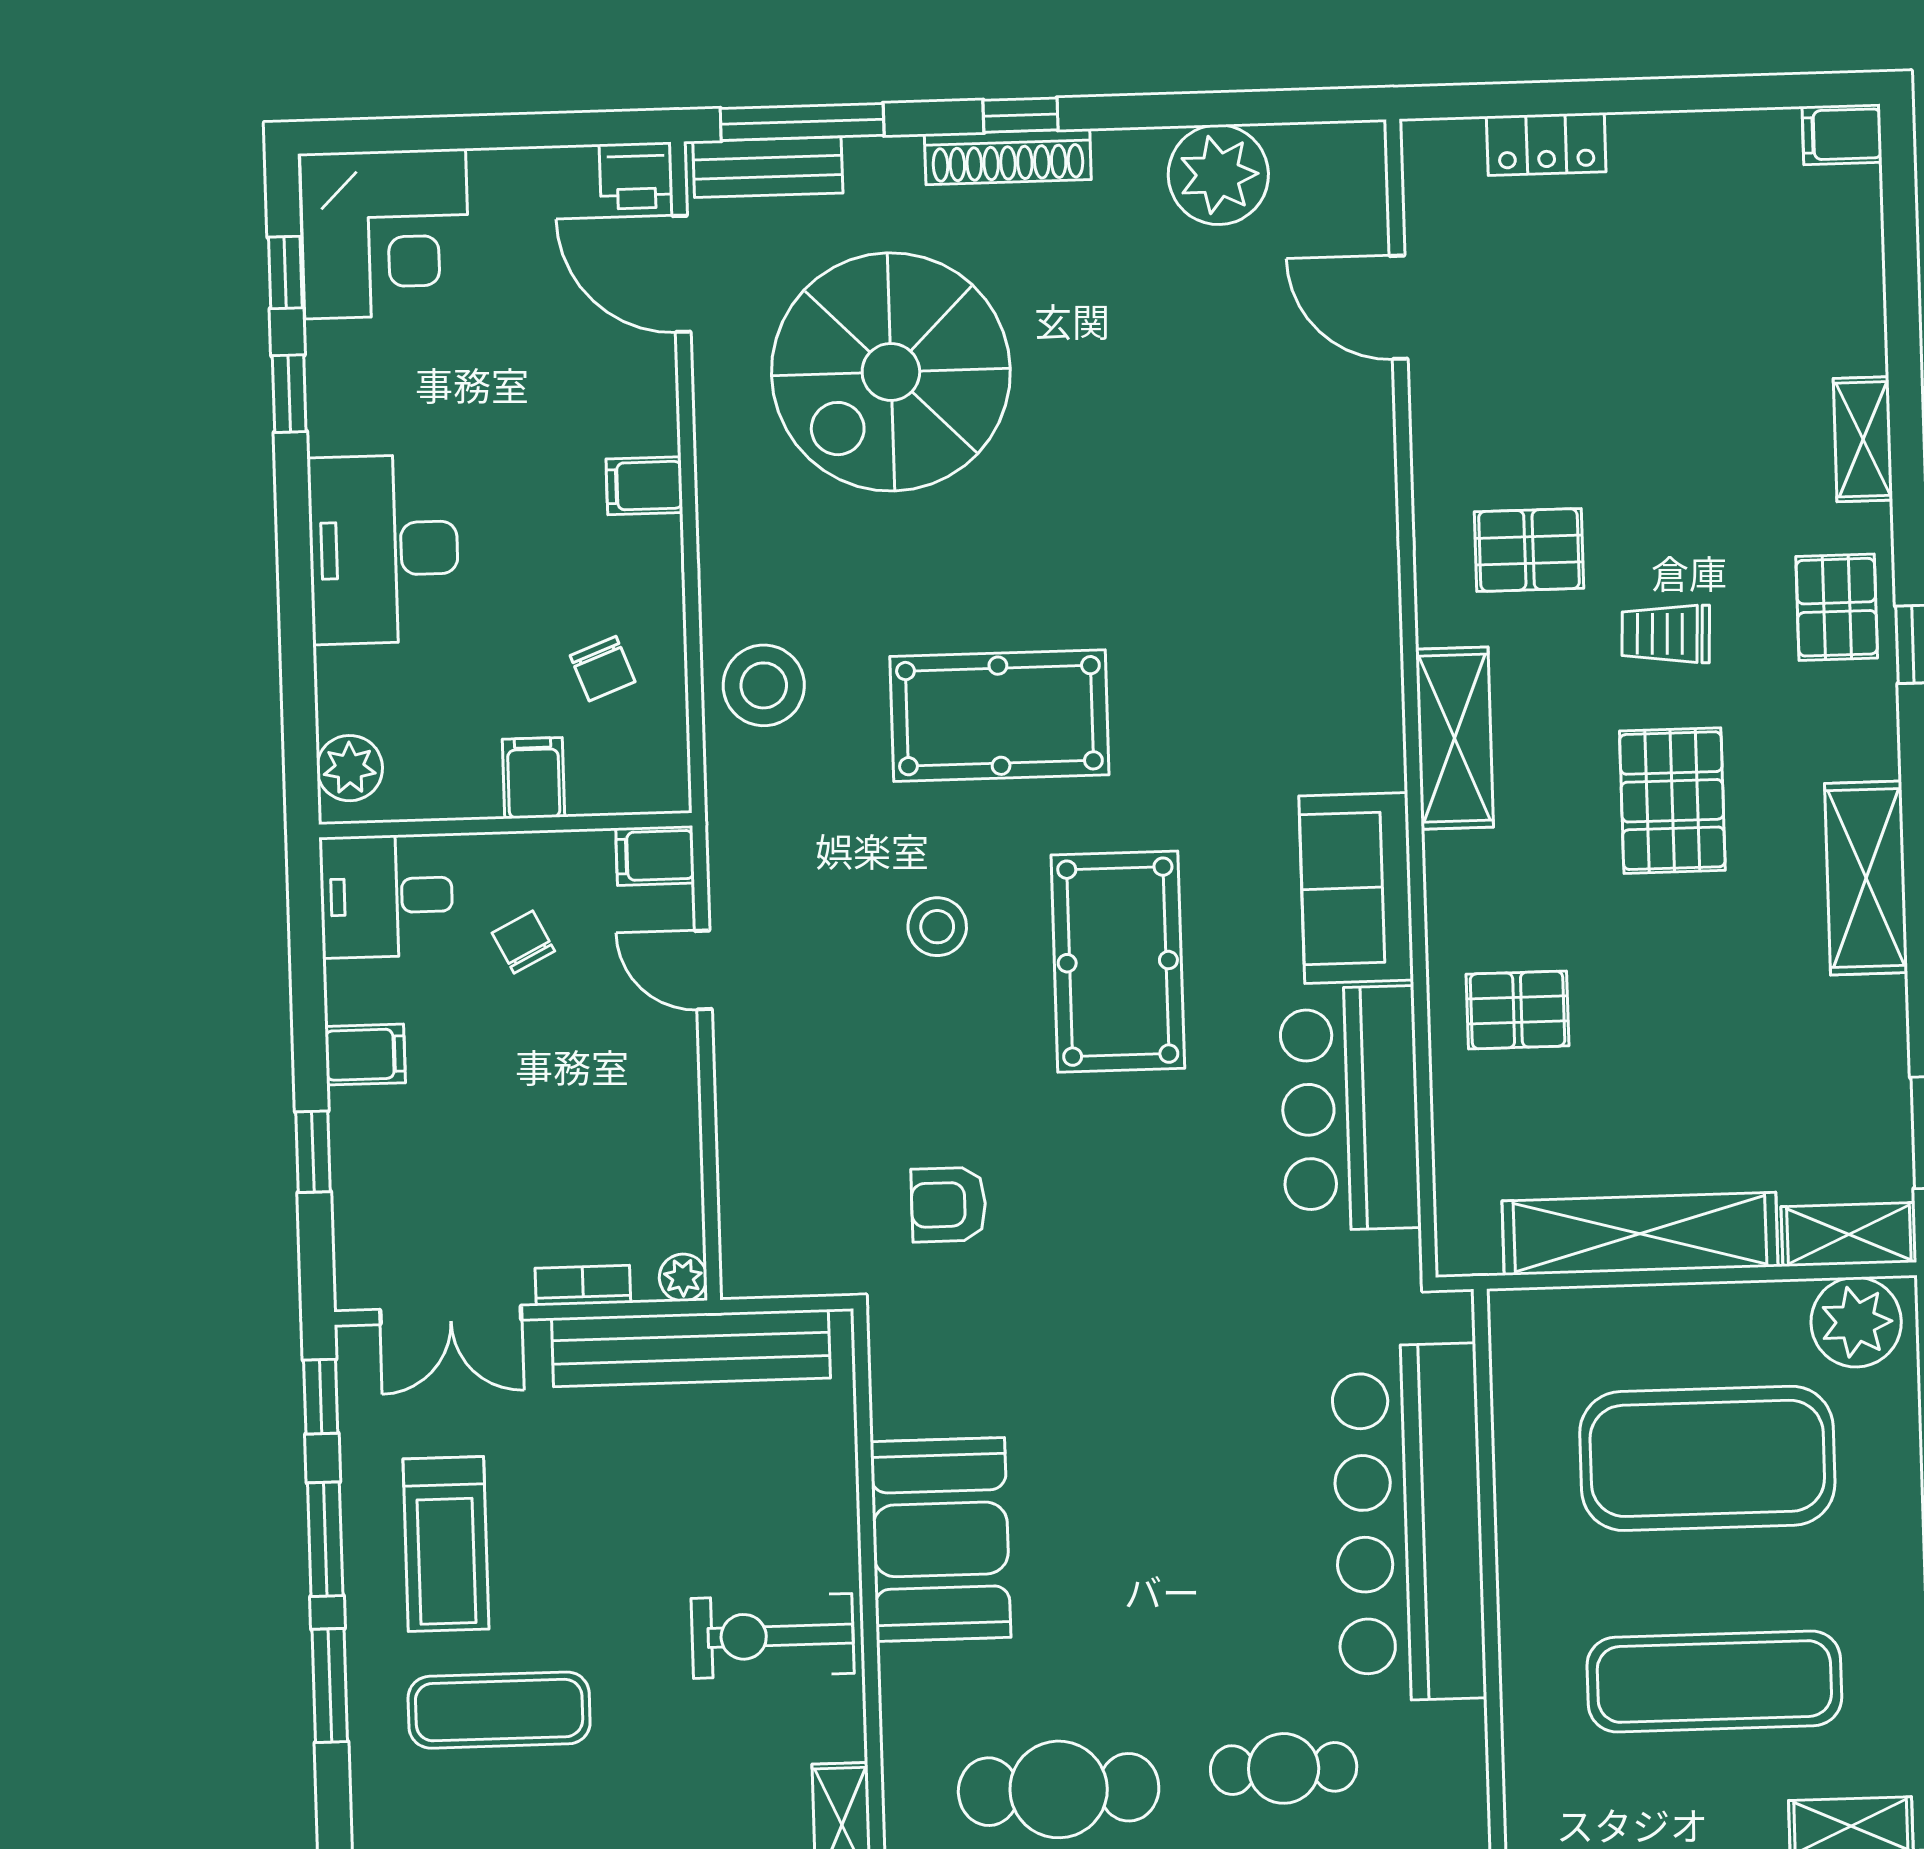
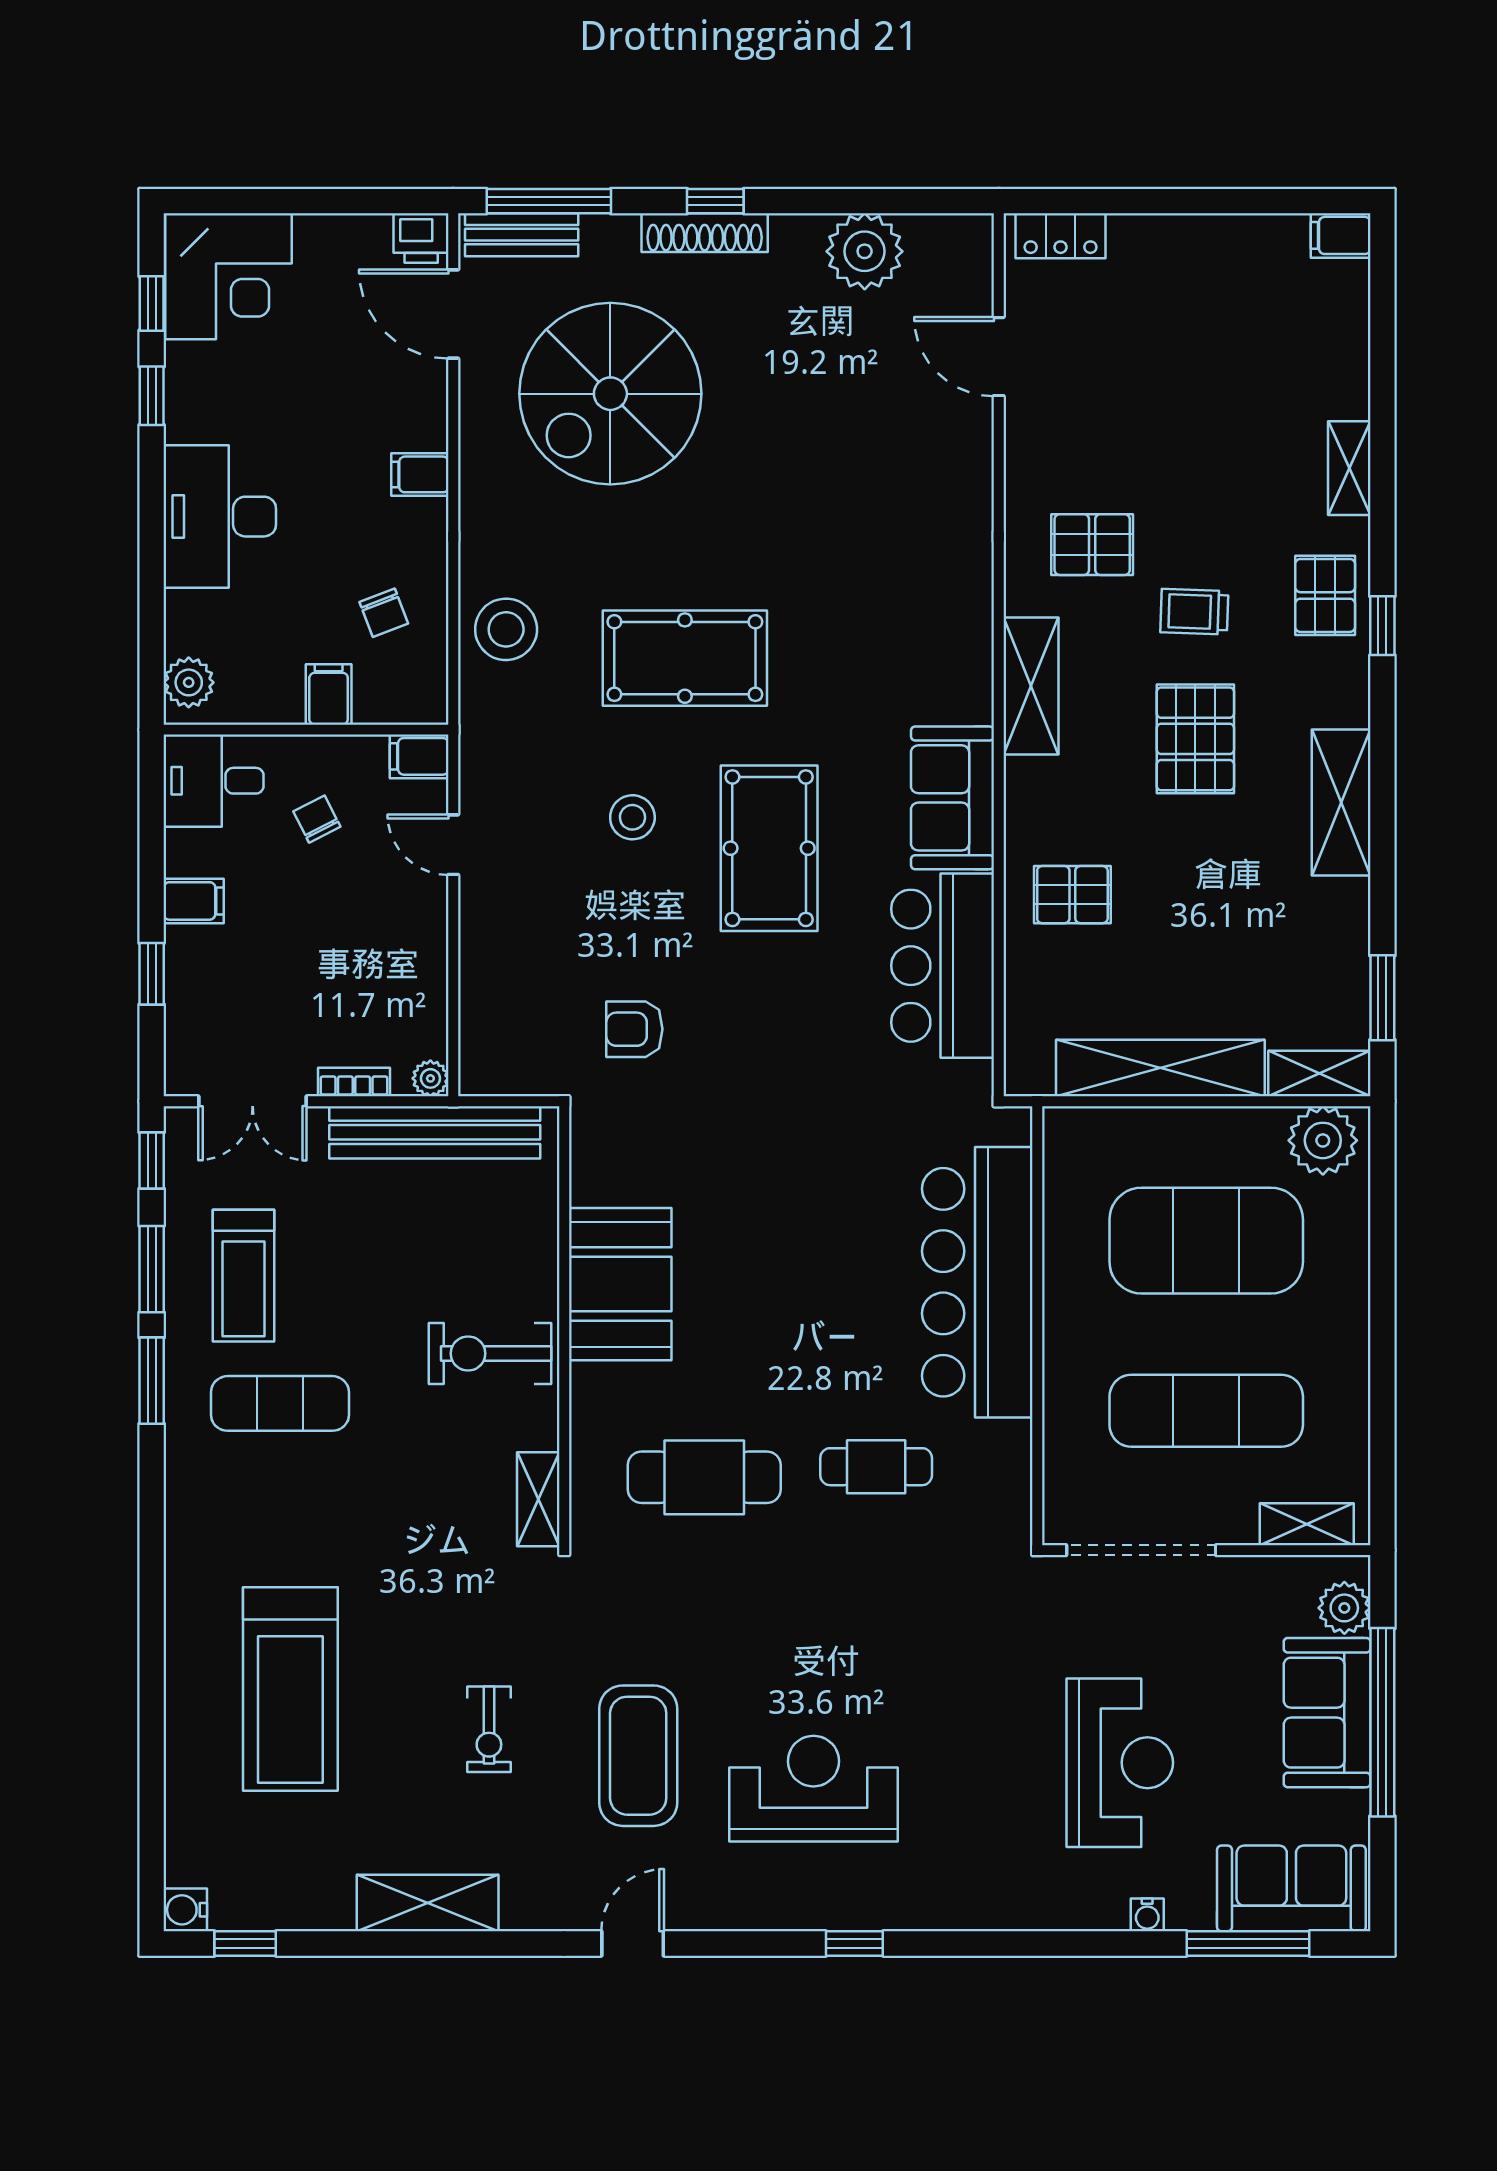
locker: (1546, 144) -> (1061, 236), moved

